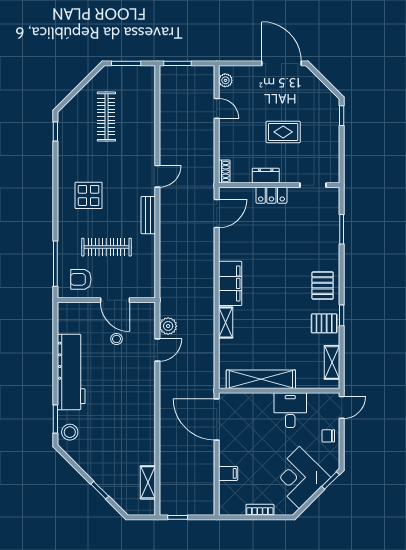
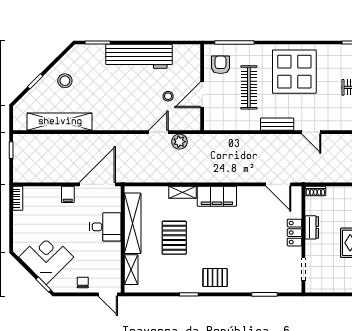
display table: (89, 195) -> (294, 72), width x1.86, depth x1.86
pallet: (324, 323) -> (174, 238), moved, width x1.50, depth x1.42
door: (157, 350) -> (158, 132), swing flipped
shelving: (332, 362) -> (131, 270), moved, turned 90
desk: (290, 410) -> (105, 227), moved
stool: (70, 432) -> (65, 81), moved
filing cabinet: (228, 473) -> (68, 194), moved
shelving: (148, 482) -> (60, 122), width x2.20, depth x1.33
bookcase: (260, 510) -> (18, 198), moved

